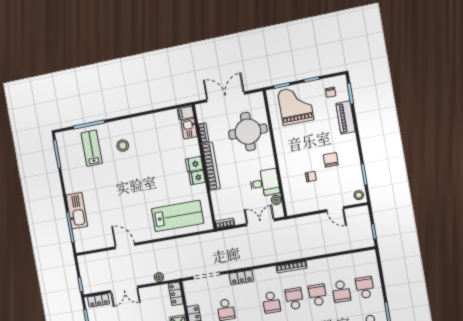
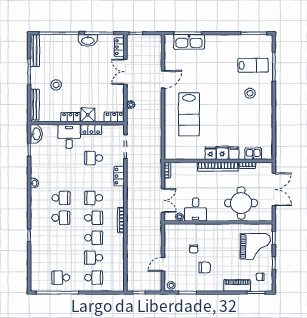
filing cabinet: (186, 113) -> (234, 153), moved
kitchen sink: (77, 211) -> (189, 42), moved
lab bench: (178, 216) -> (189, 114), moved

